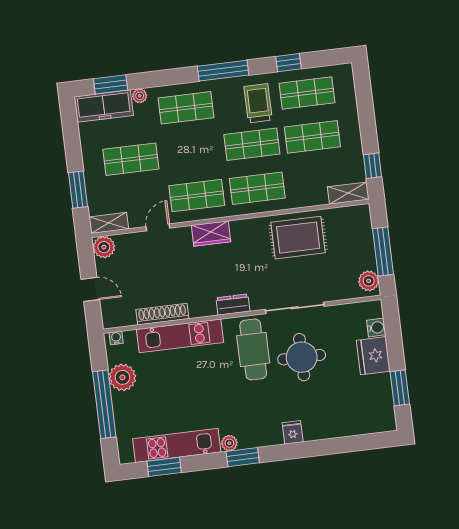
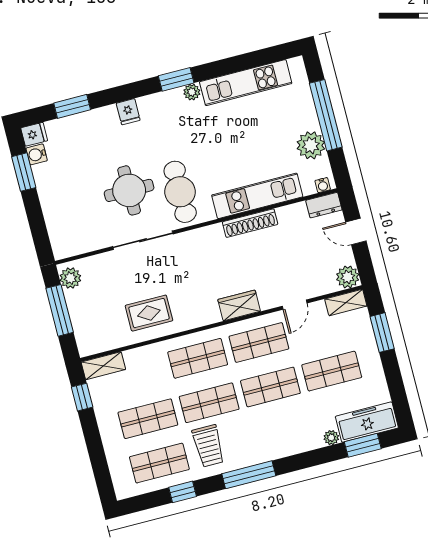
shop shelf: (186, 108) -> (270, 387), moved
rug: (298, 238) -> (149, 313), width x0.73, depth x0.70
dresser: (233, 304) -> (324, 205), moved
shoe rack: (162, 314) -> (250, 223), moved
water cooler: (376, 328) -> (37, 154), moved
fridge: (373, 356) -> (34, 134), moved, width x0.53, depth x0.75
window: (164, 467) -> (72, 106), moved

